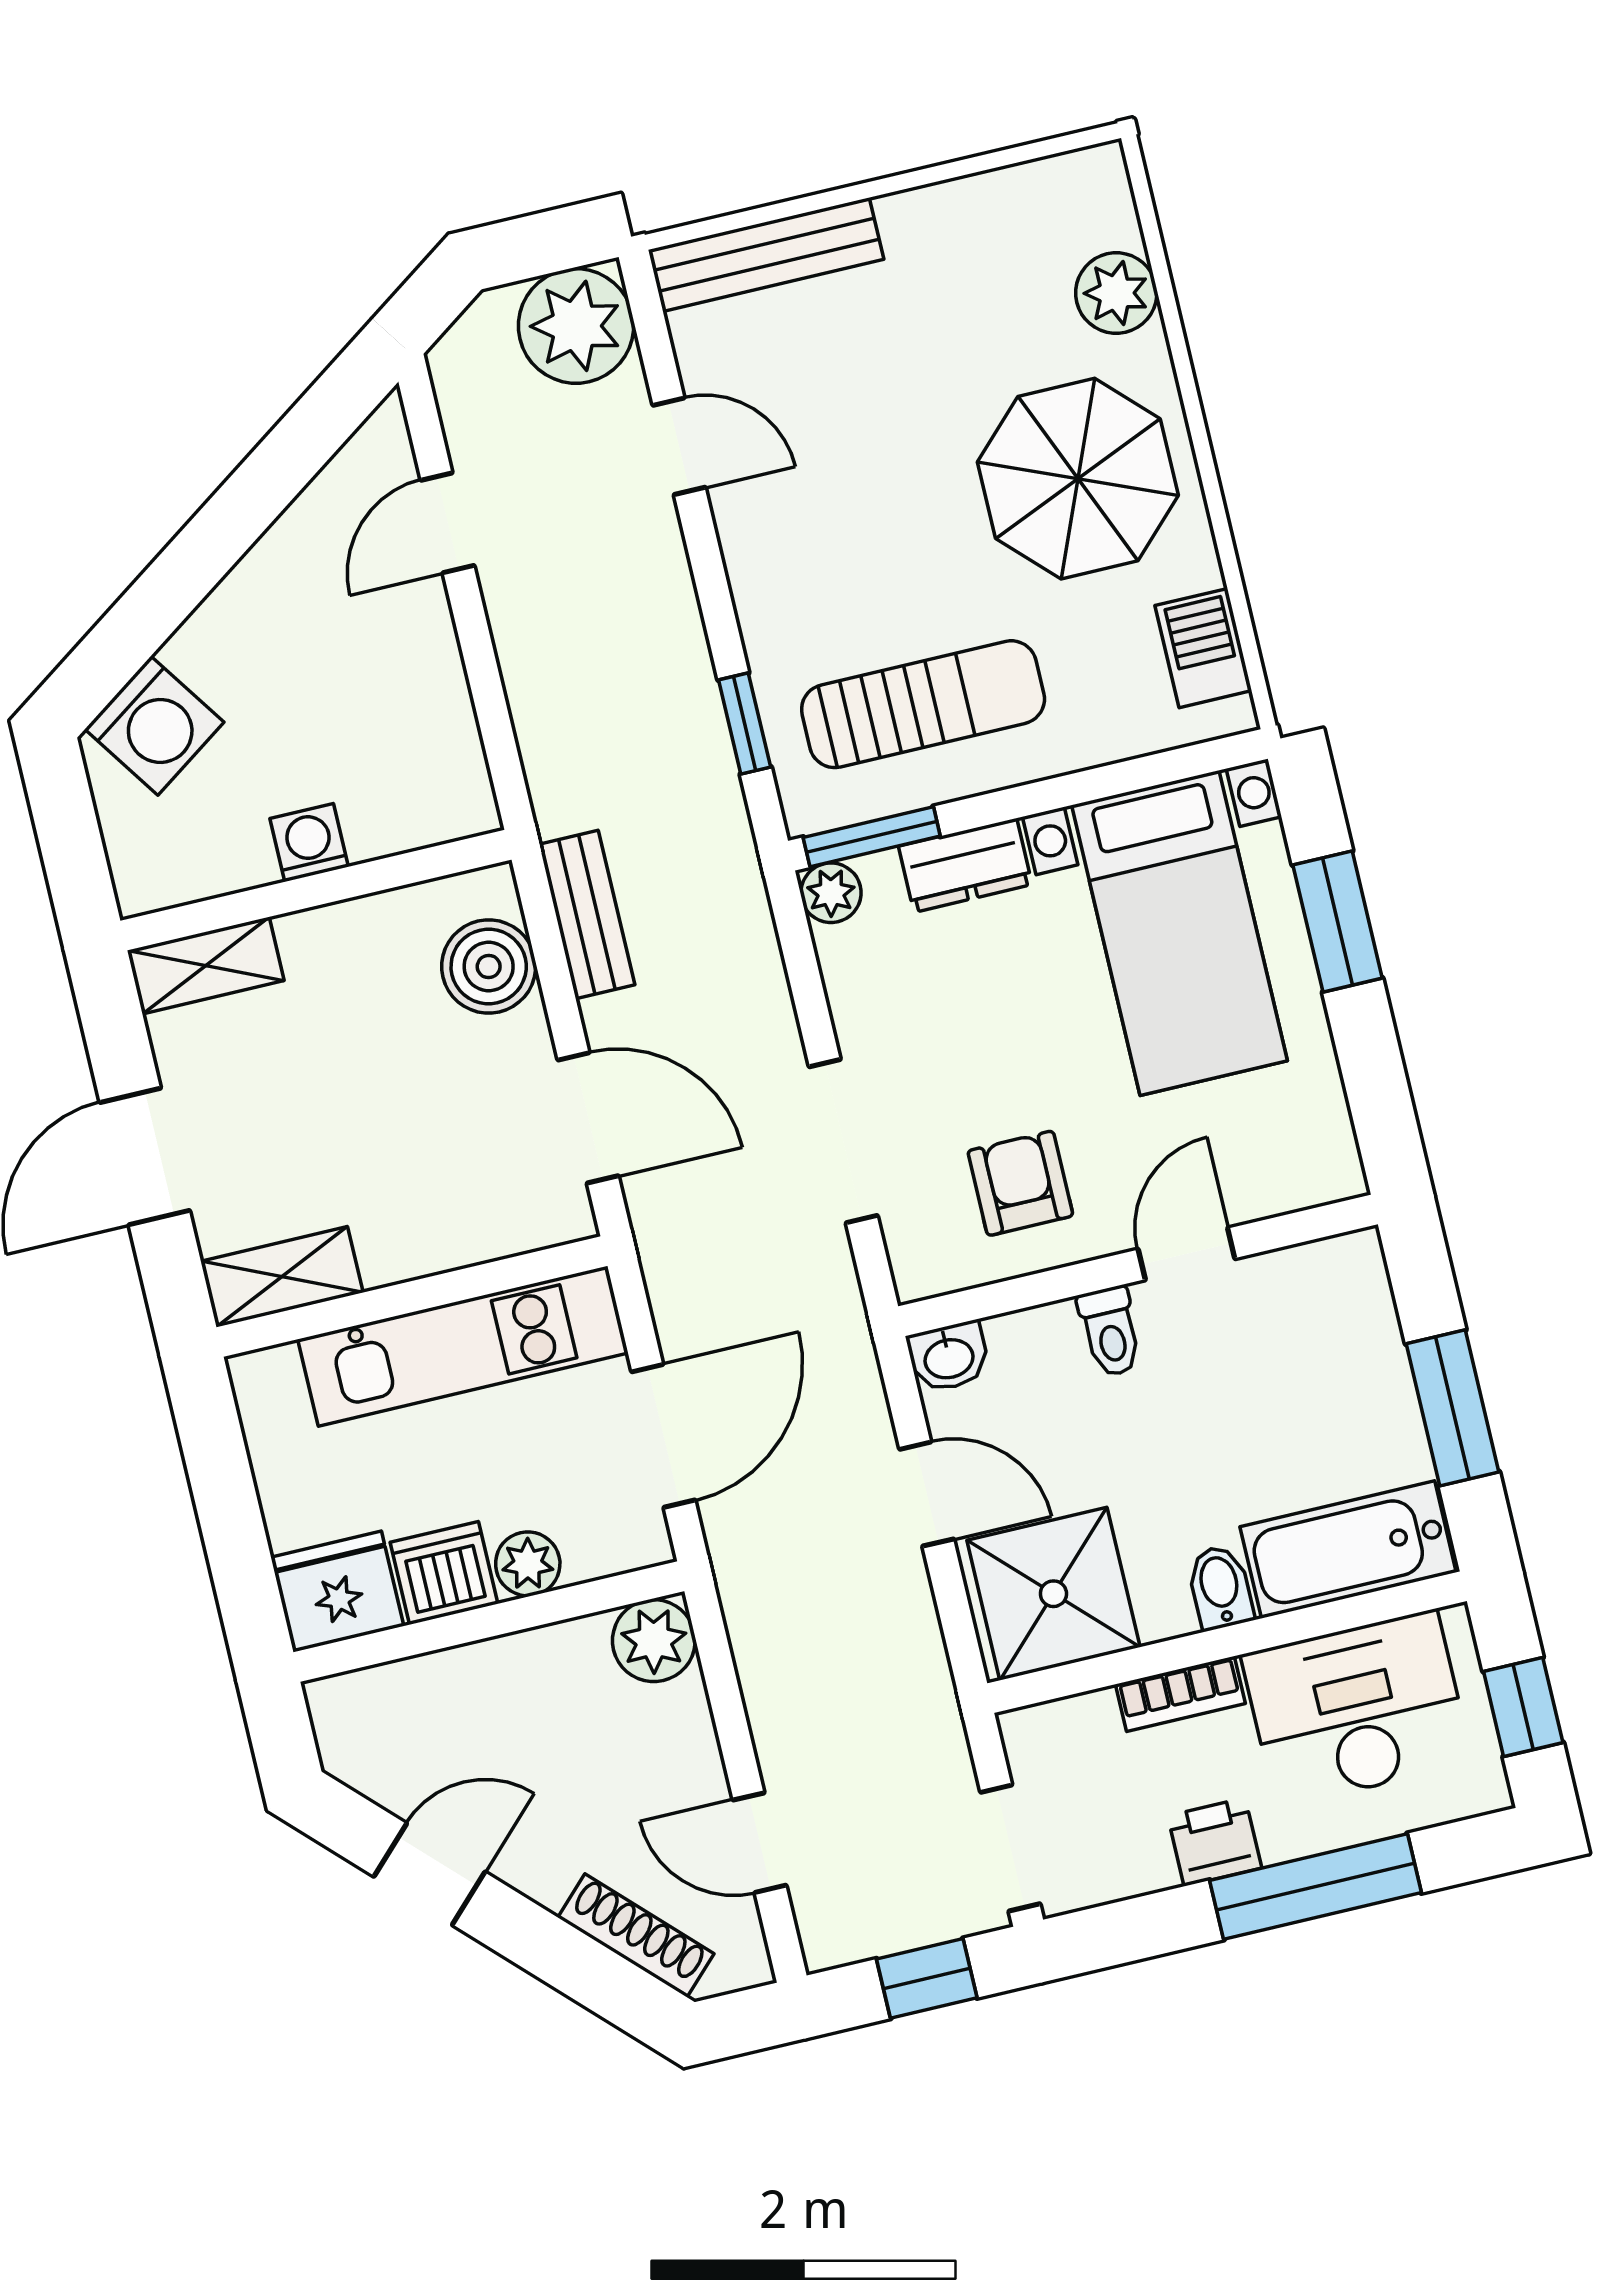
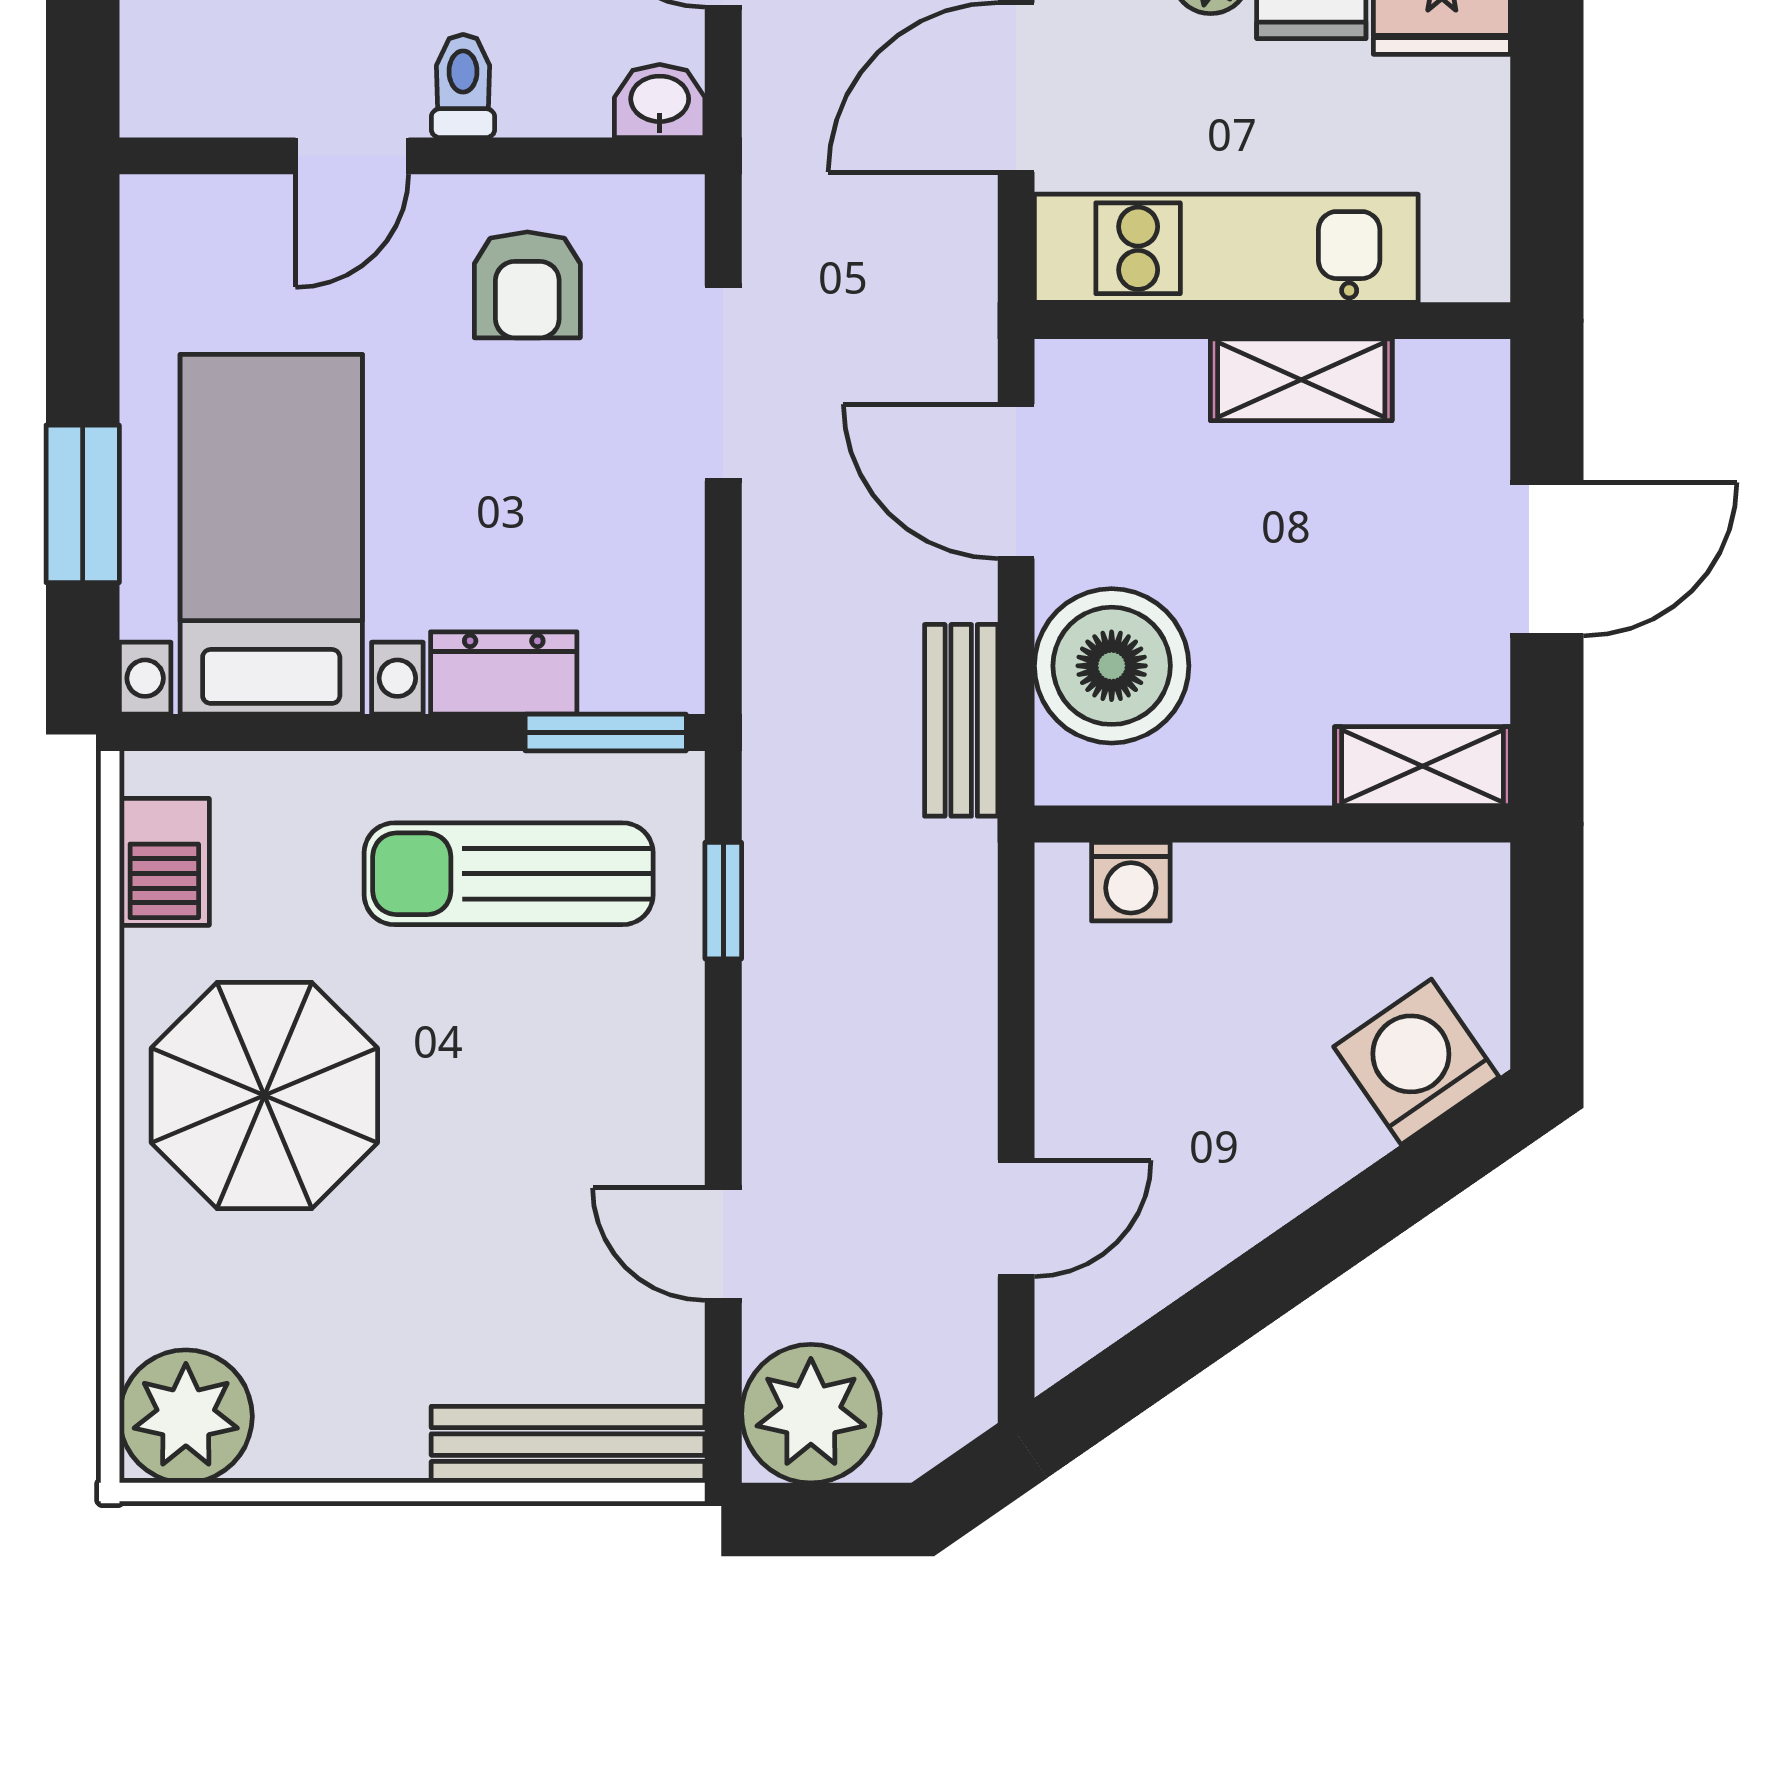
plant: (1116, 293) -> (186, 1416), moved, width x1.36, depth x1.36
washing machine: (309, 843) -> (1131, 882), moved
plant: (831, 893) -> (669, 678), removed
boiler: (489, 967) -> (1112, 666), width x1.37, depth x1.37
shelving: (282, 1277) -> (1301, 380), moved

